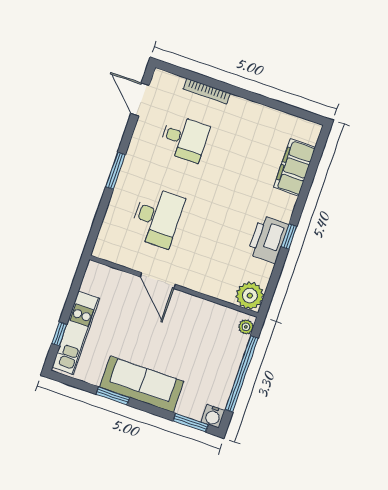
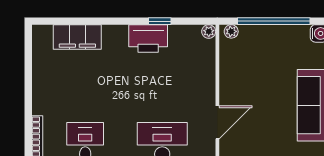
window: (289, 237) -> (160, 21), moved
plant: (250, 296) -> (209, 31), width x0.53, depth x0.53

